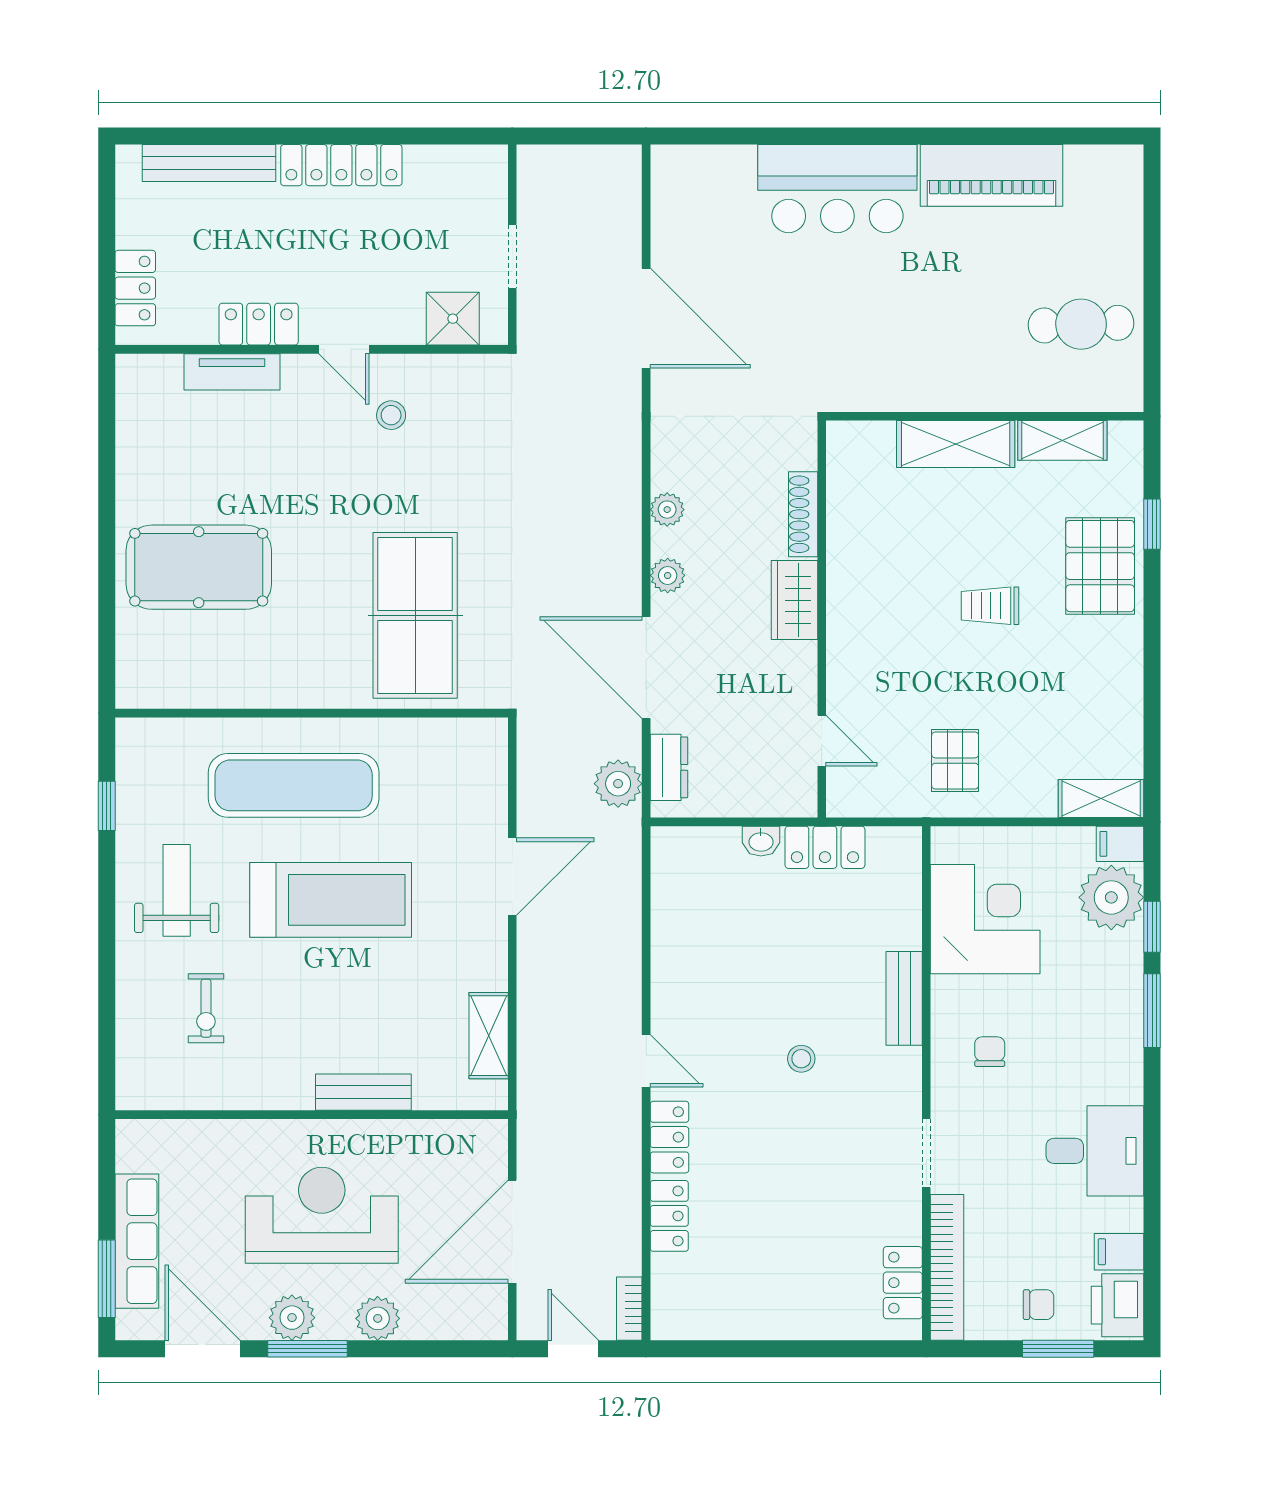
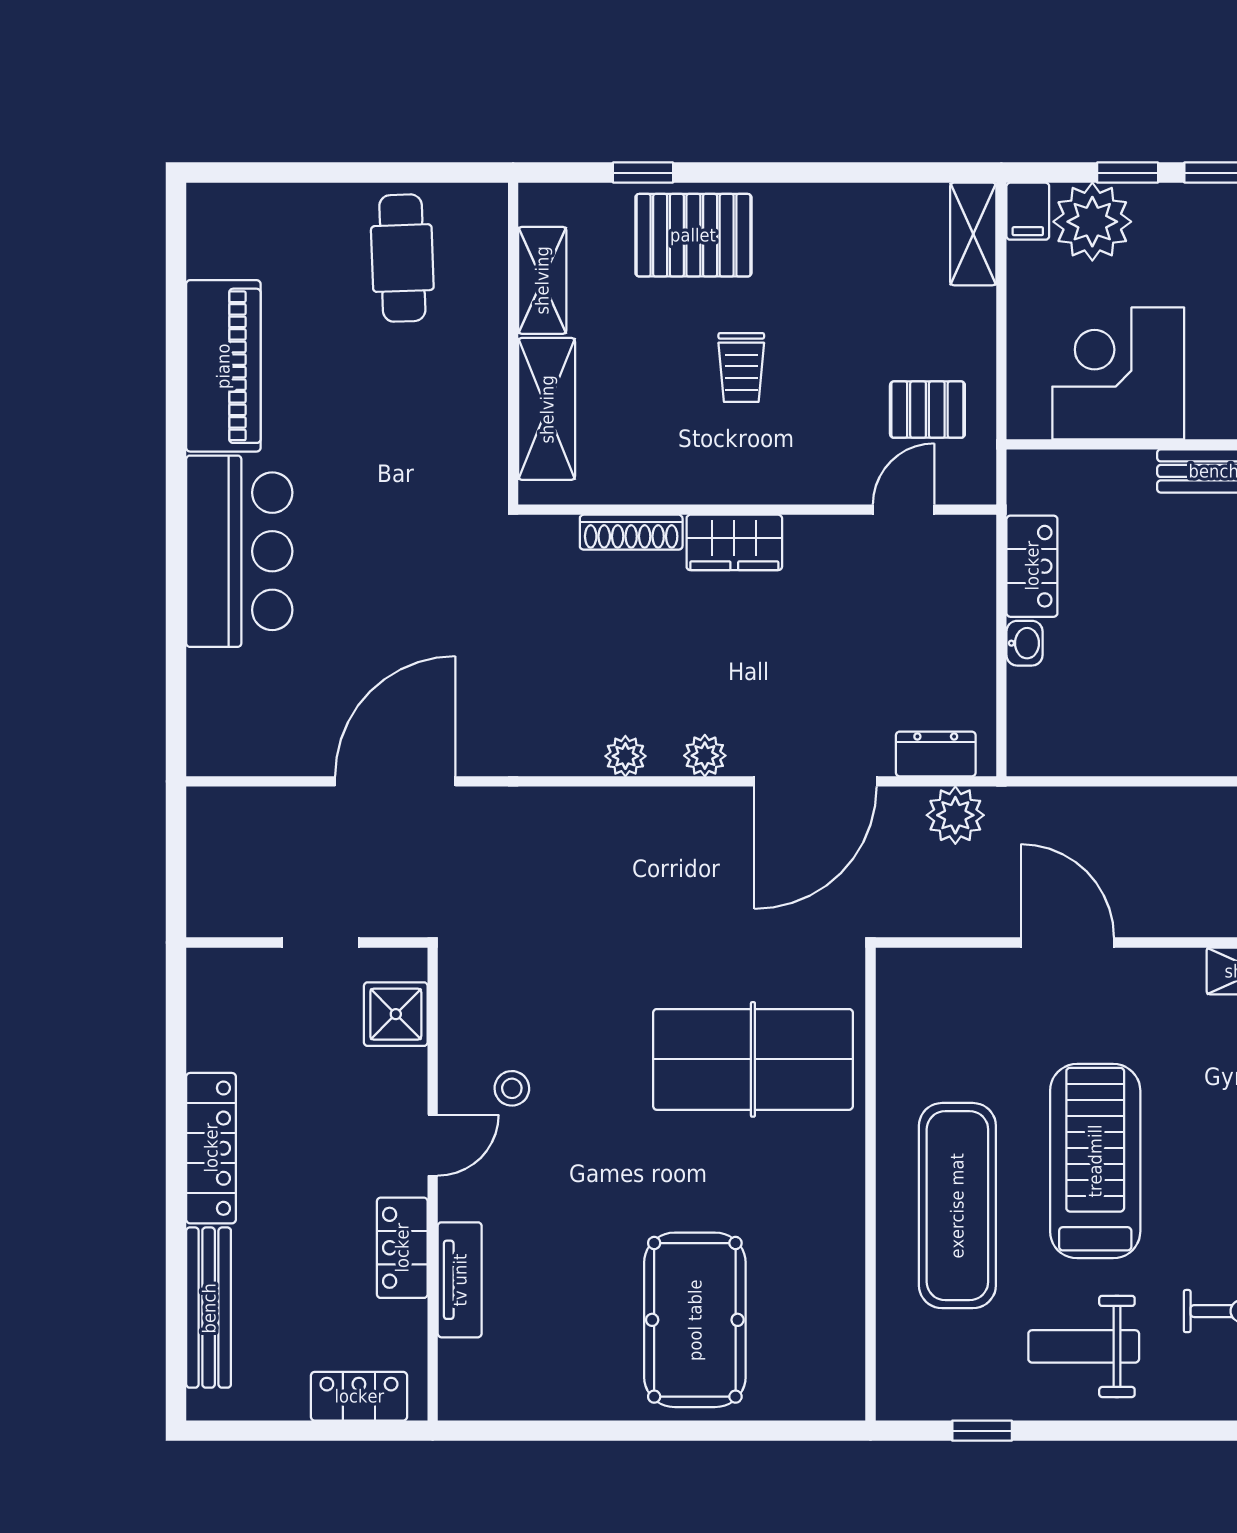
shoe rack: (803, 514) -> (631, 532), moved
wardrobe: (795, 600) -> (734, 542), moved
wall: (822, 619) -> (757, 510), moved
door: (822, 741) -> (904, 510), moved

